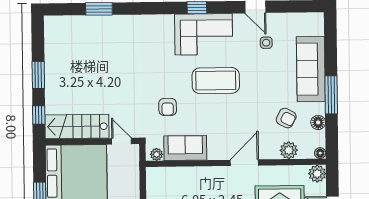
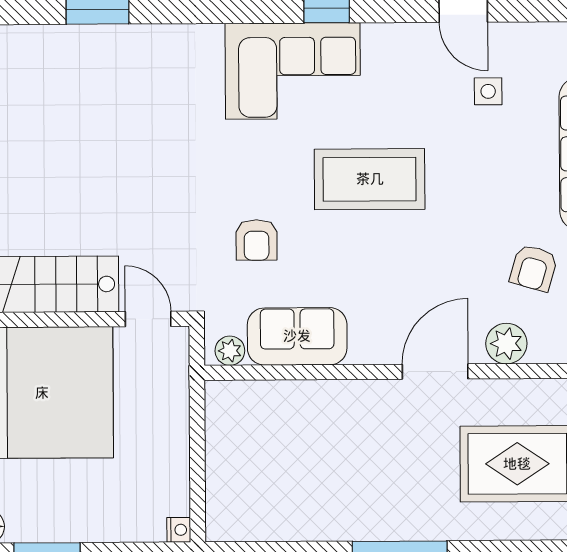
corner sofa: (204, 34) -> (293, 71), moved
armchair: (286, 118) -> (534, 268), turned 79
plant: (289, 150) -> (506, 344), moved

